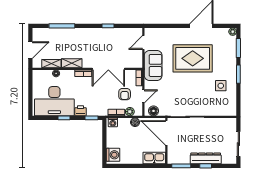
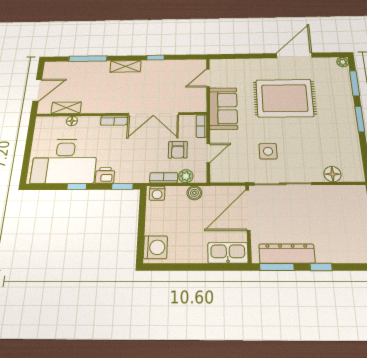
shelving: (72, 63) -> (126, 66), moved
side table: (221, 86) -> (268, 151), moved
floor lamp: (154, 111) -> (332, 174), moved
door: (166, 133) -> (248, 210), hinge flipped
dresser: (206, 158) -> (287, 254), moved

